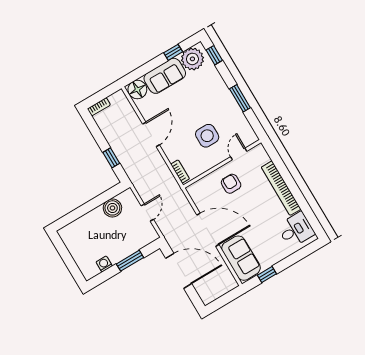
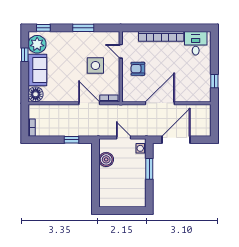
door: (151, 134) -> (89, 103), moved
sofa: (241, 258) -> (193, 92), removed
washing machine: (104, 264) -> (141, 148), moved

